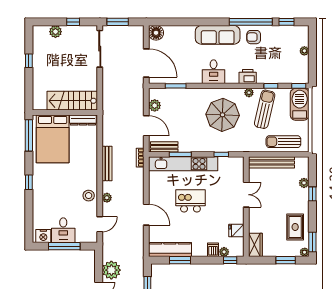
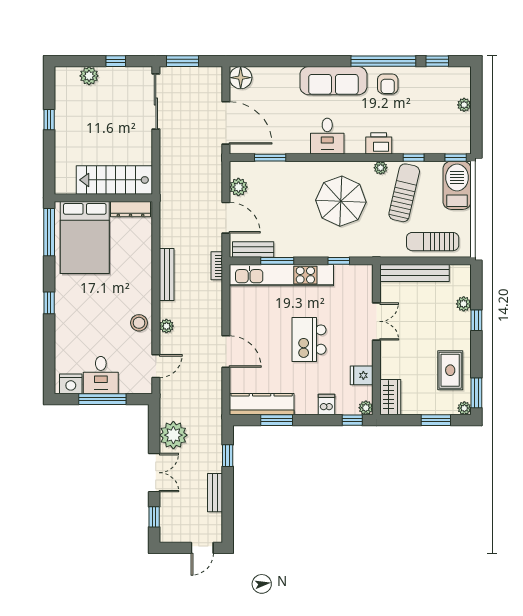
armchair: (254, 37) -> (388, 84), turned -90
kitchen island: (190, 201) -> (309, 340), moved, turned -90
plant: (224, 252) -> (366, 408), moved

